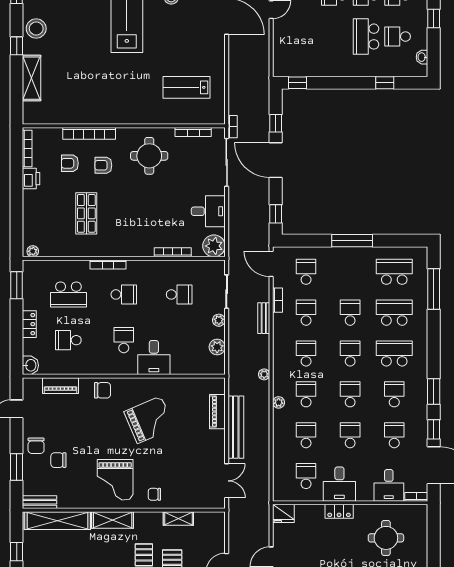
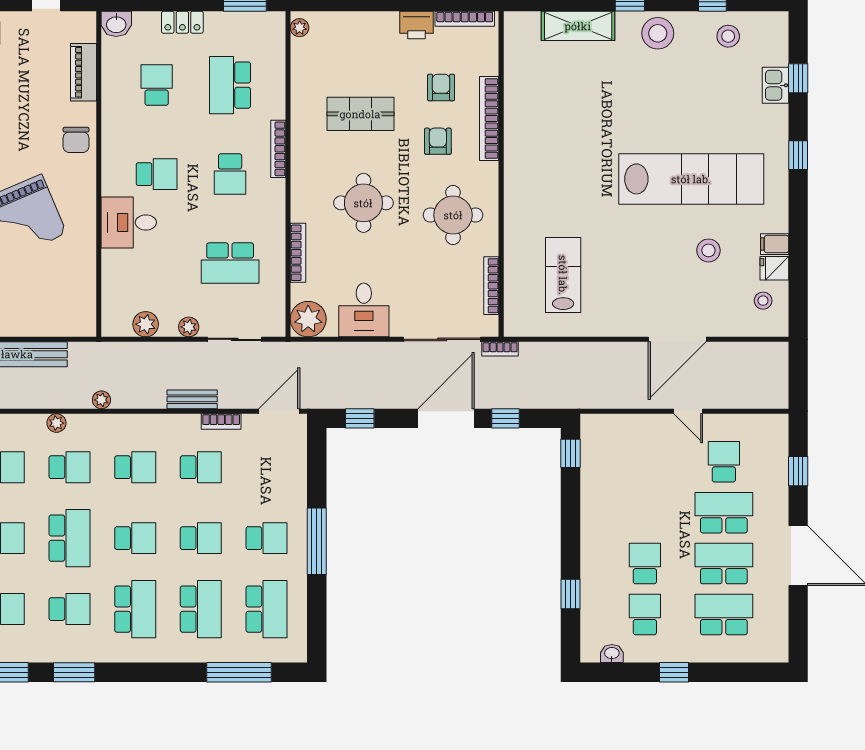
school desk: (366, 37) -> (645, 564), width x0.54
round table: (142, 211) -> (363, 203), added
school desk: (306, 272) -> (266, 538), moved
school desk: (179, 294) -> (230, 263), width x1.85
school desk: (350, 394) -> (69, 538), width x1.85
piano: (217, 412) -> (42, 325), removed

